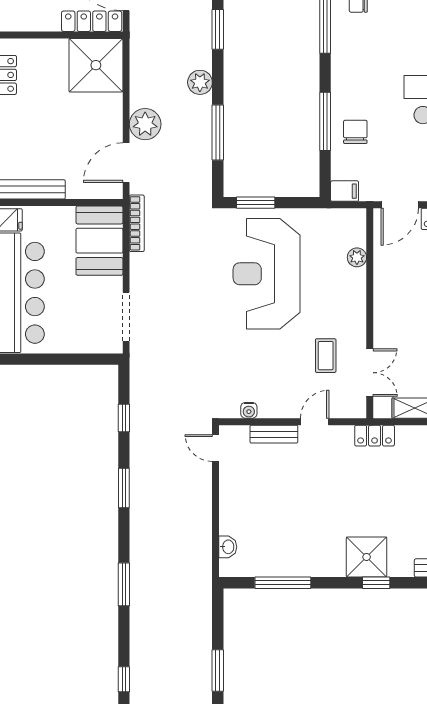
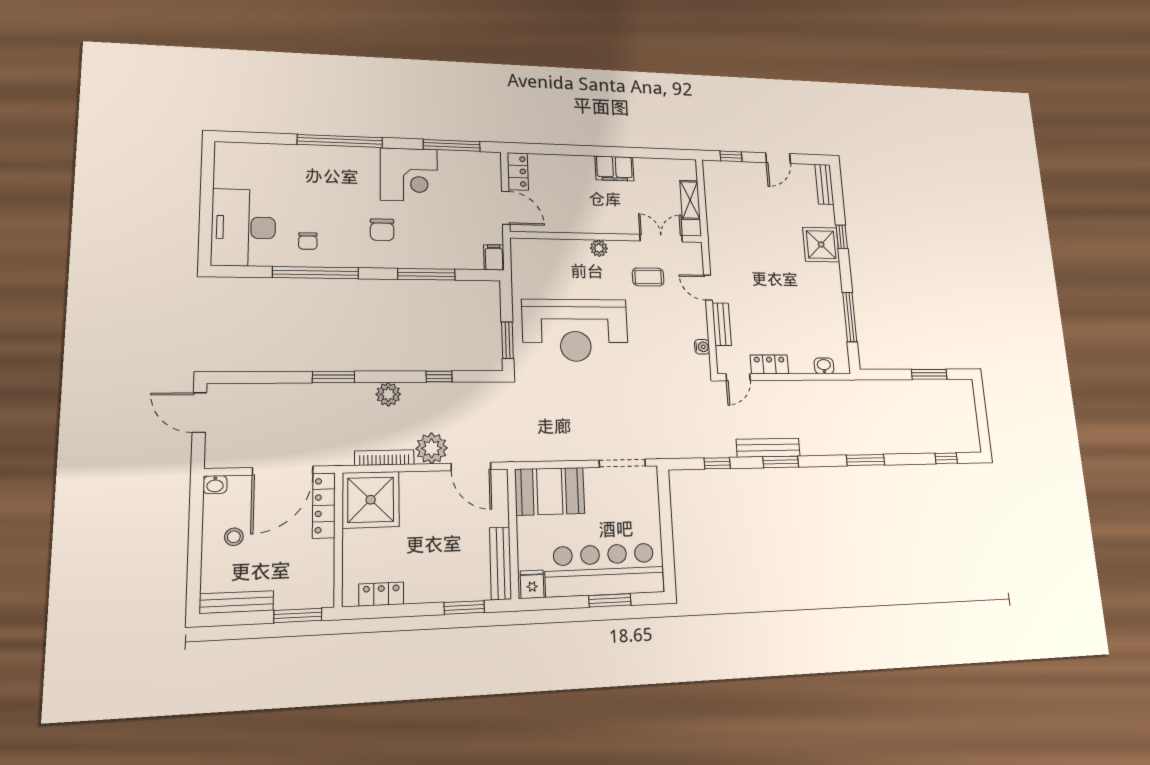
chair: (355, 132) -> (382, 230), moved, turned -90
window: (218, 133) -> (439, 376), width x0.46
bookcase: (137, 223) -> (384, 458), moved
plant: (357, 257) -> (599, 248), moved
locker: (375, 436) -> (769, 364), moved, turned -90
bench: (139, 475) -> (768, 448), added

